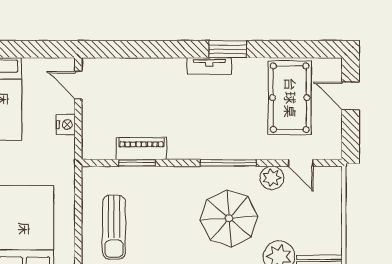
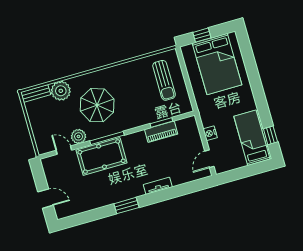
tv unit: (209, 66) -> (158, 186), moved
door: (78, 85) -> (209, 159), swing flipped
pool table: (290, 98) -> (102, 157), moved, turned 90
sun lounger: (114, 227) -> (164, 80), turned 180

